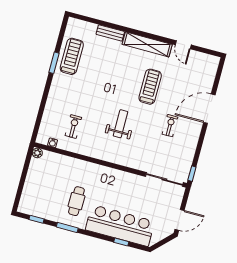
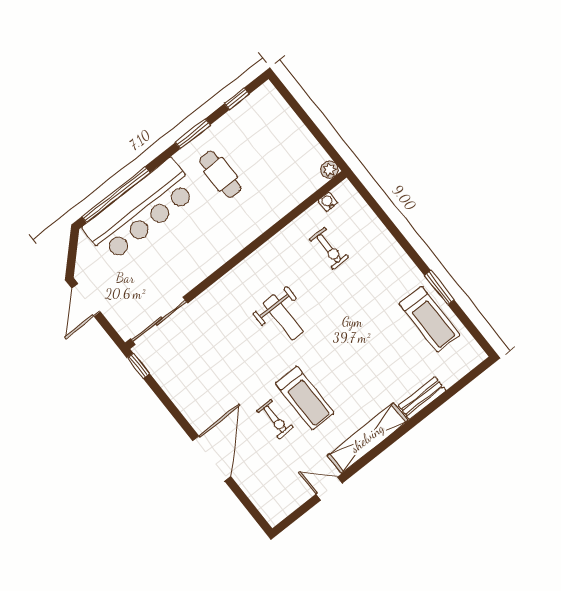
exercise bike: (170, 126) -> (275, 419), moved
window: (121, 242) -> (116, 195), width x3.17

